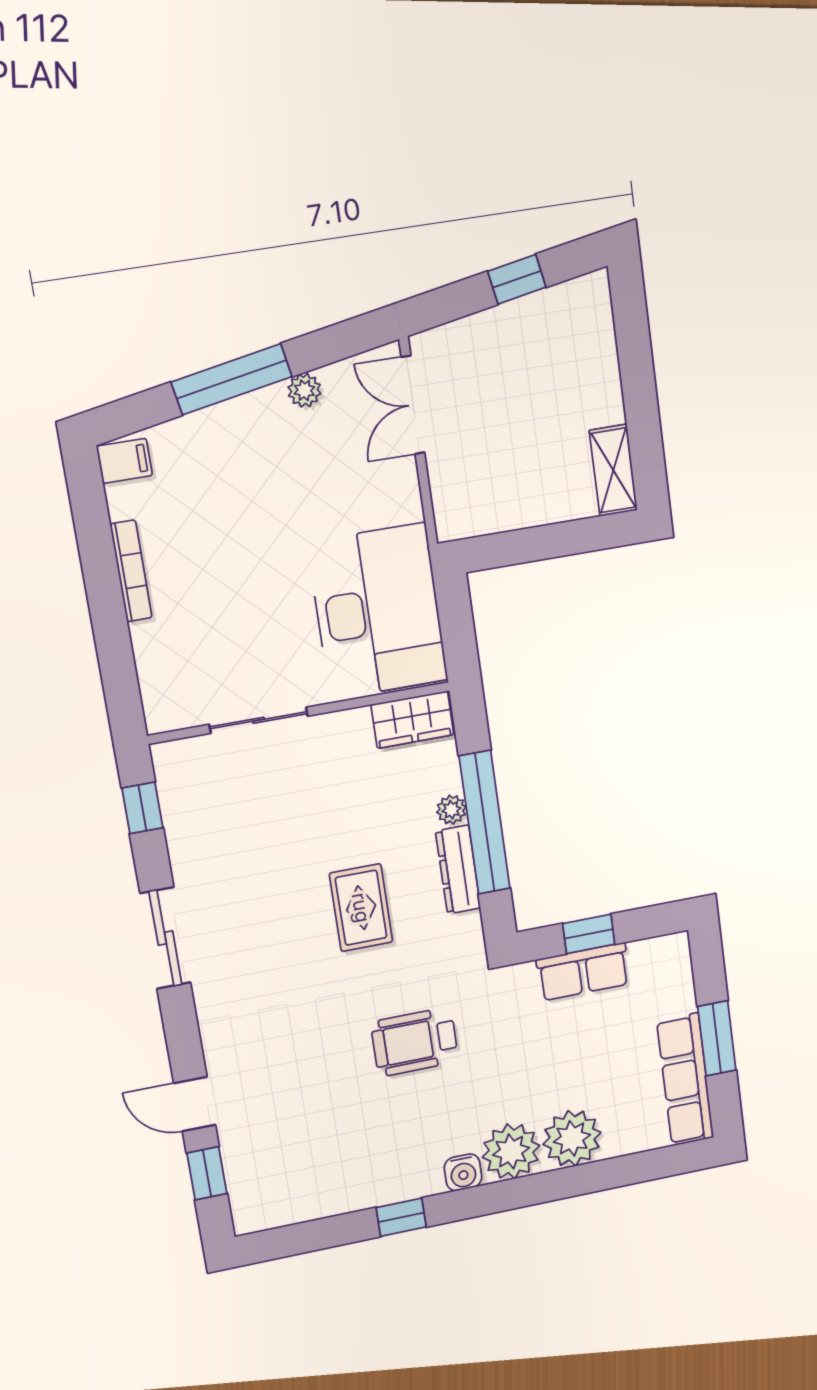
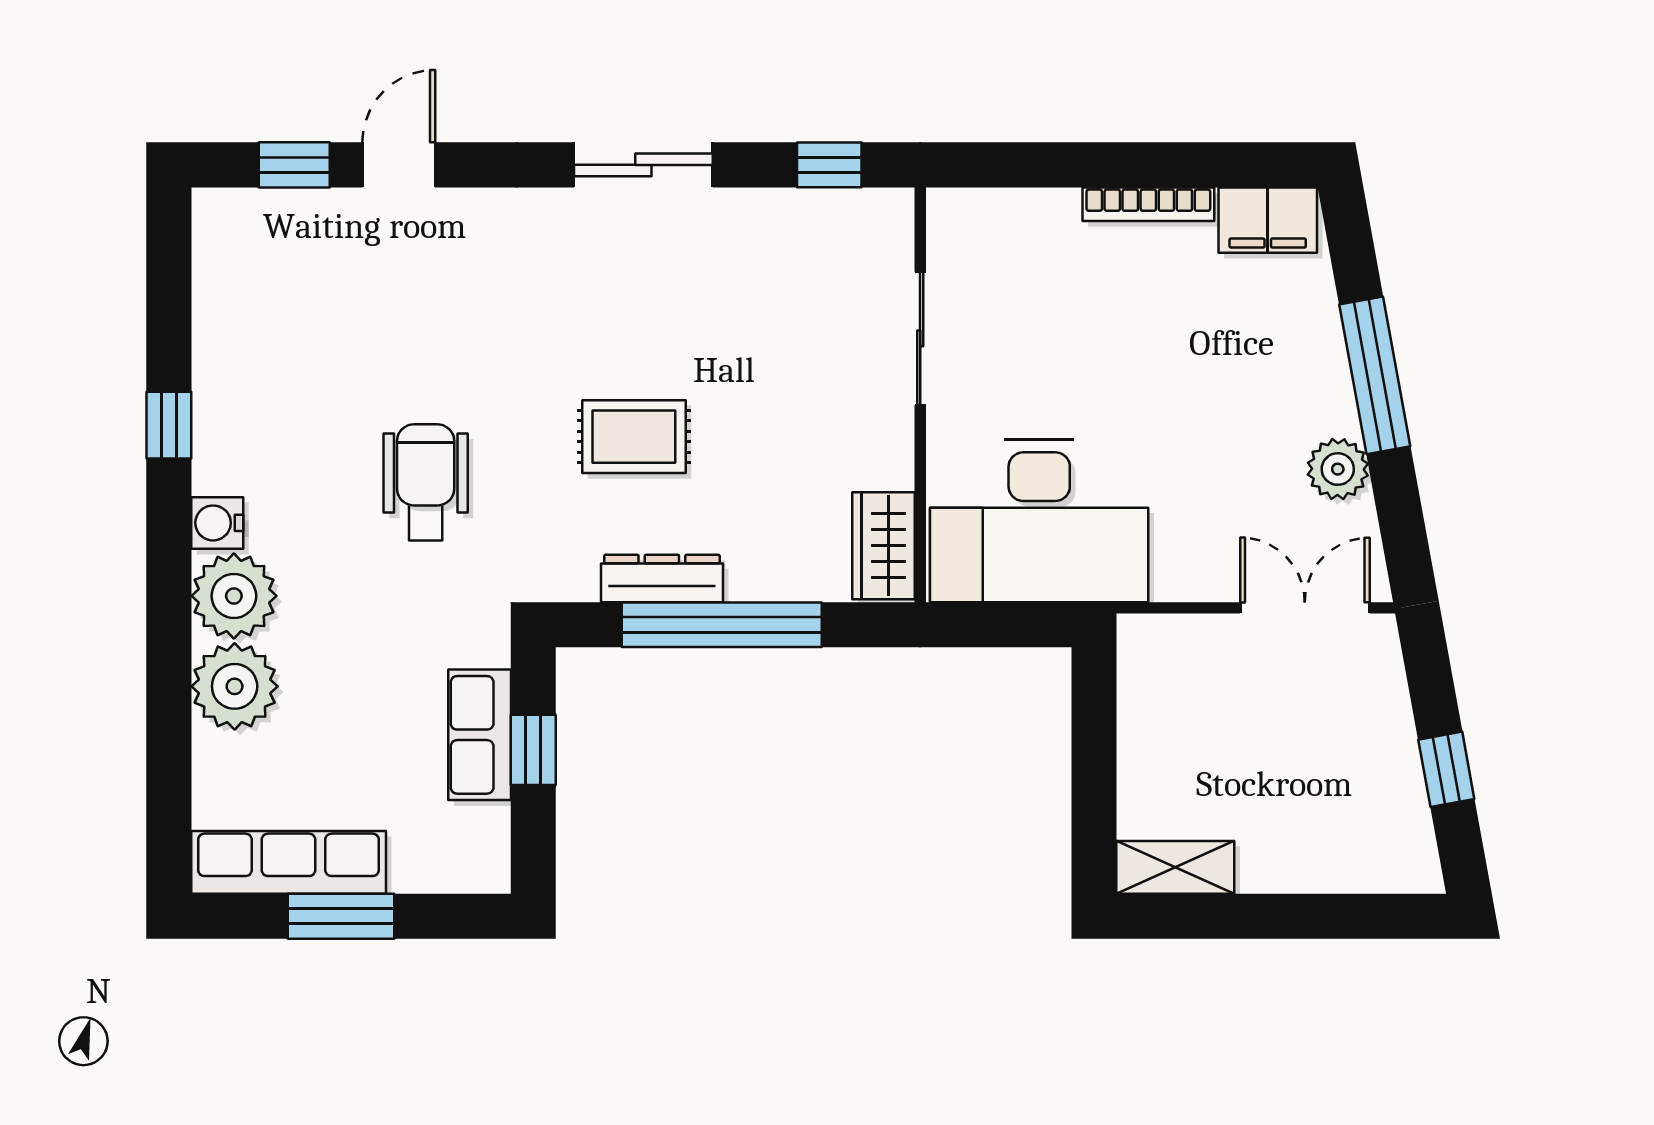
plant: (304, 390) -> (1338, 469), width x1.38, depth x1.38
filing cabinet: (124, 461) -> (1268, 220), width x2.00
plant: (451, 810) -> (748, 581), removed

